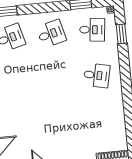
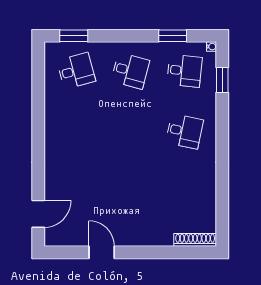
desk: (51, 34) -> (130, 71), turned 30

